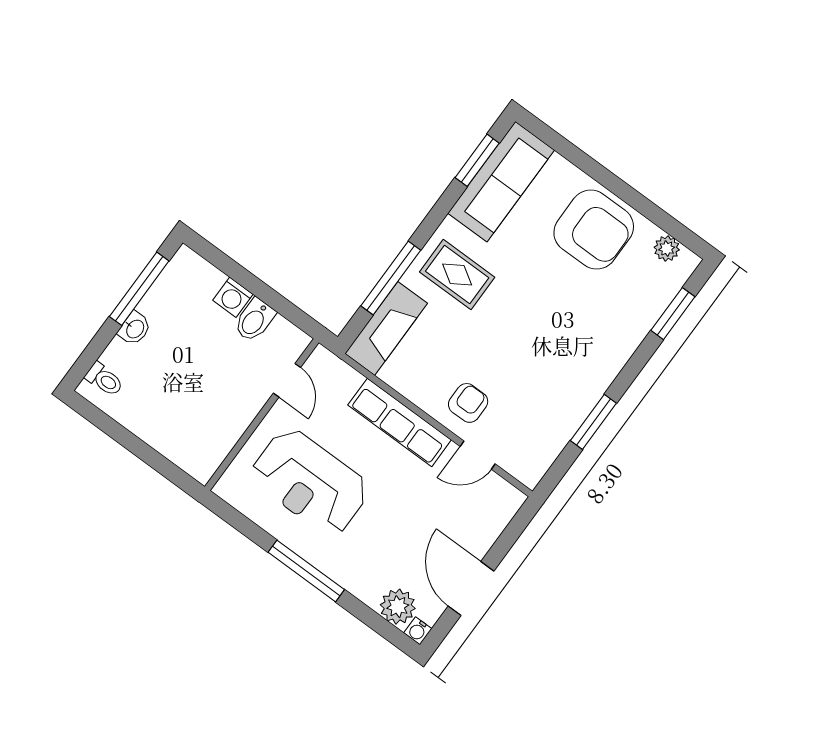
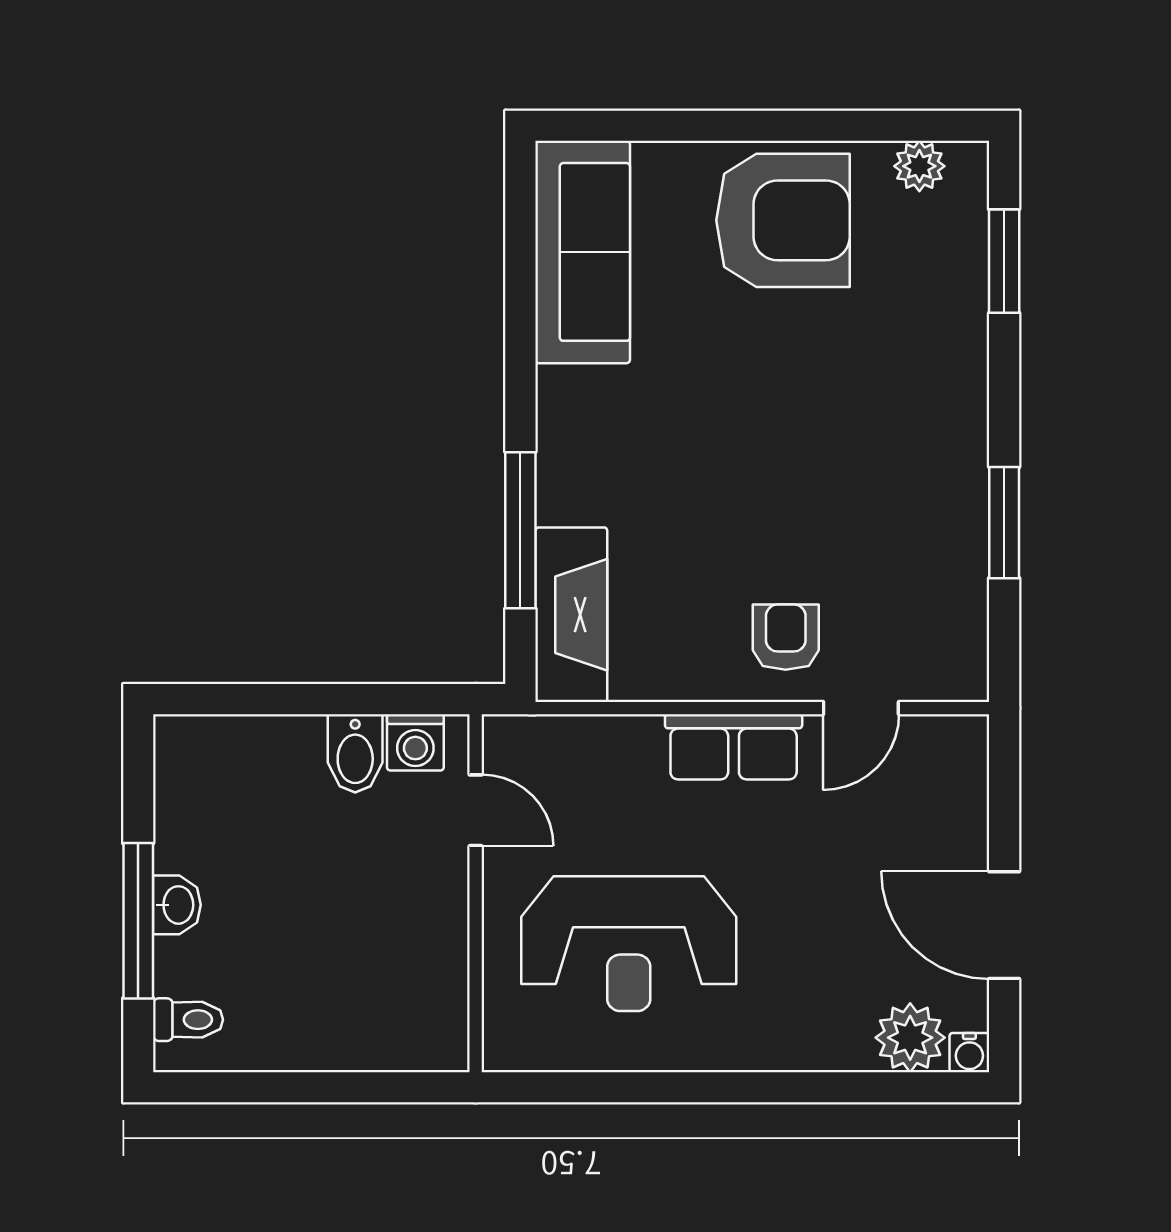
window: (477, 160) -> (520, 246), removed
rug: (457, 275) -> (621, 448), removed
window: (139, 289) -> (138, 921), moved
washing machine: (233, 297) -> (415, 742), moved
row of seats: (400, 422) -> (734, 747), width x0.68
window: (306, 571) -> (725, 1087), removed

